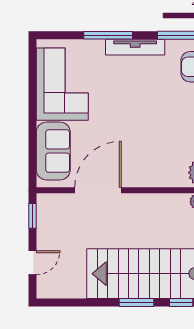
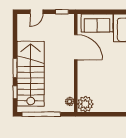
door: (33, 263) -> (37, 12), hinge flipped

